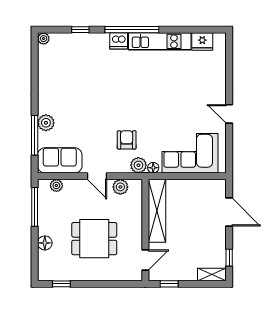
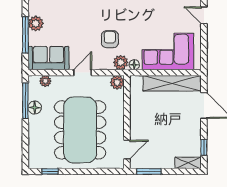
door: (97, 176) -> (83, 73), swing flipped
plant: (120, 187) -> (117, 82), moved
shelving: (157, 211) -> (172, 83), moved, turned 90
dining table: (94, 239) -> (80, 130), width x1.88, depth x1.24
floor lamp: (45, 243) -> (35, 108), moved
window: (169, 284) -> (149, 171), width x1.50

